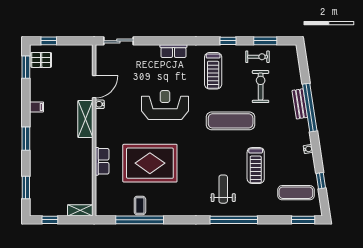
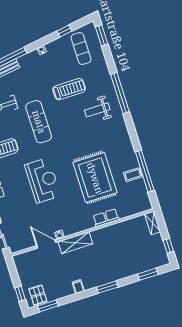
reception desk: (165, 105) -> (43, 180), turned 180

